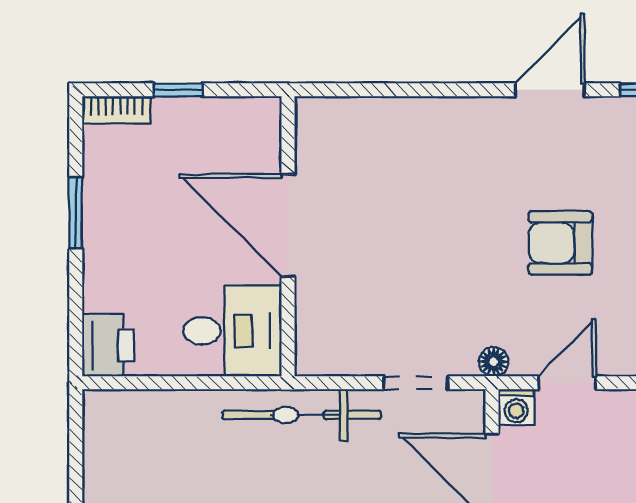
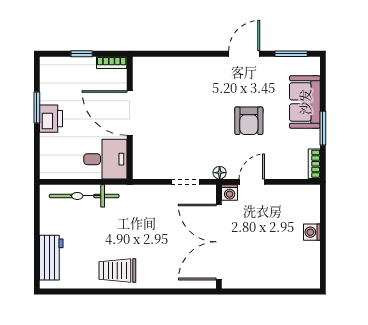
bookcase: (116, 110) -> (112, 63), moved
armchair: (560, 243) -> (249, 121), turned -90
printer: (108, 345) -> (51, 119), moved
bicycle: (302, 415) -> (84, 196), moved

